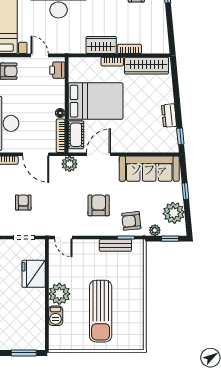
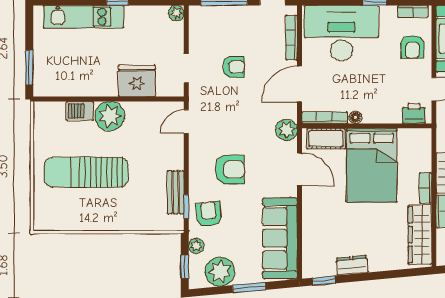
window: (185, 191) -> (249, 288), width x1.50

